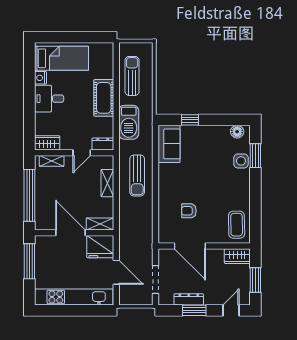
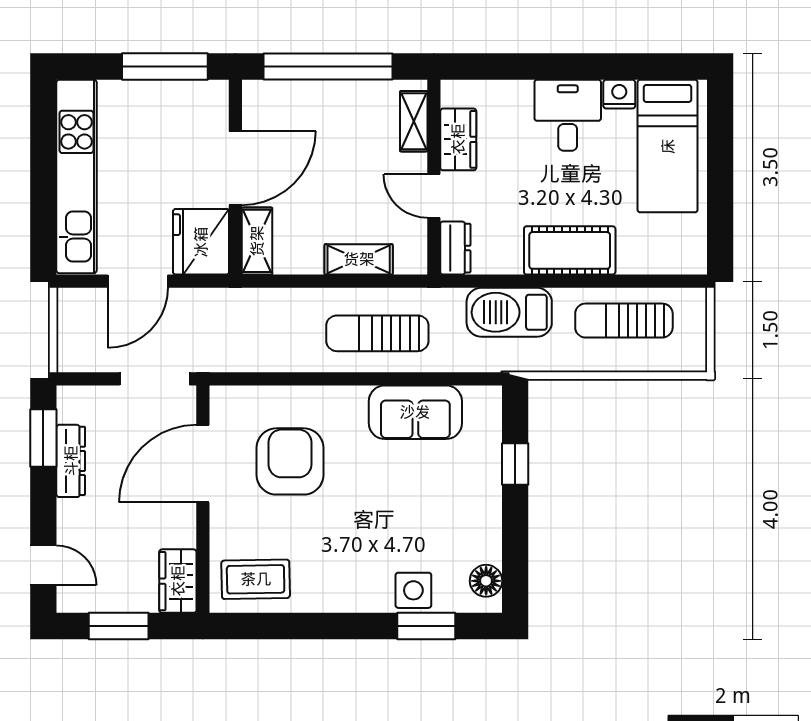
sun lounger: (132, 76) -> (624, 321), turned 180
wardrobe: (47, 143) -> (458, 139), moved
sofa: (169, 144) -> (415, 412), moved
armchair: (189, 211) -> (290, 461), width x1.88, depth x1.88
doorway: (156, 279) -> (155, 379), moved
window: (194, 310) -> (43, 438), moved

